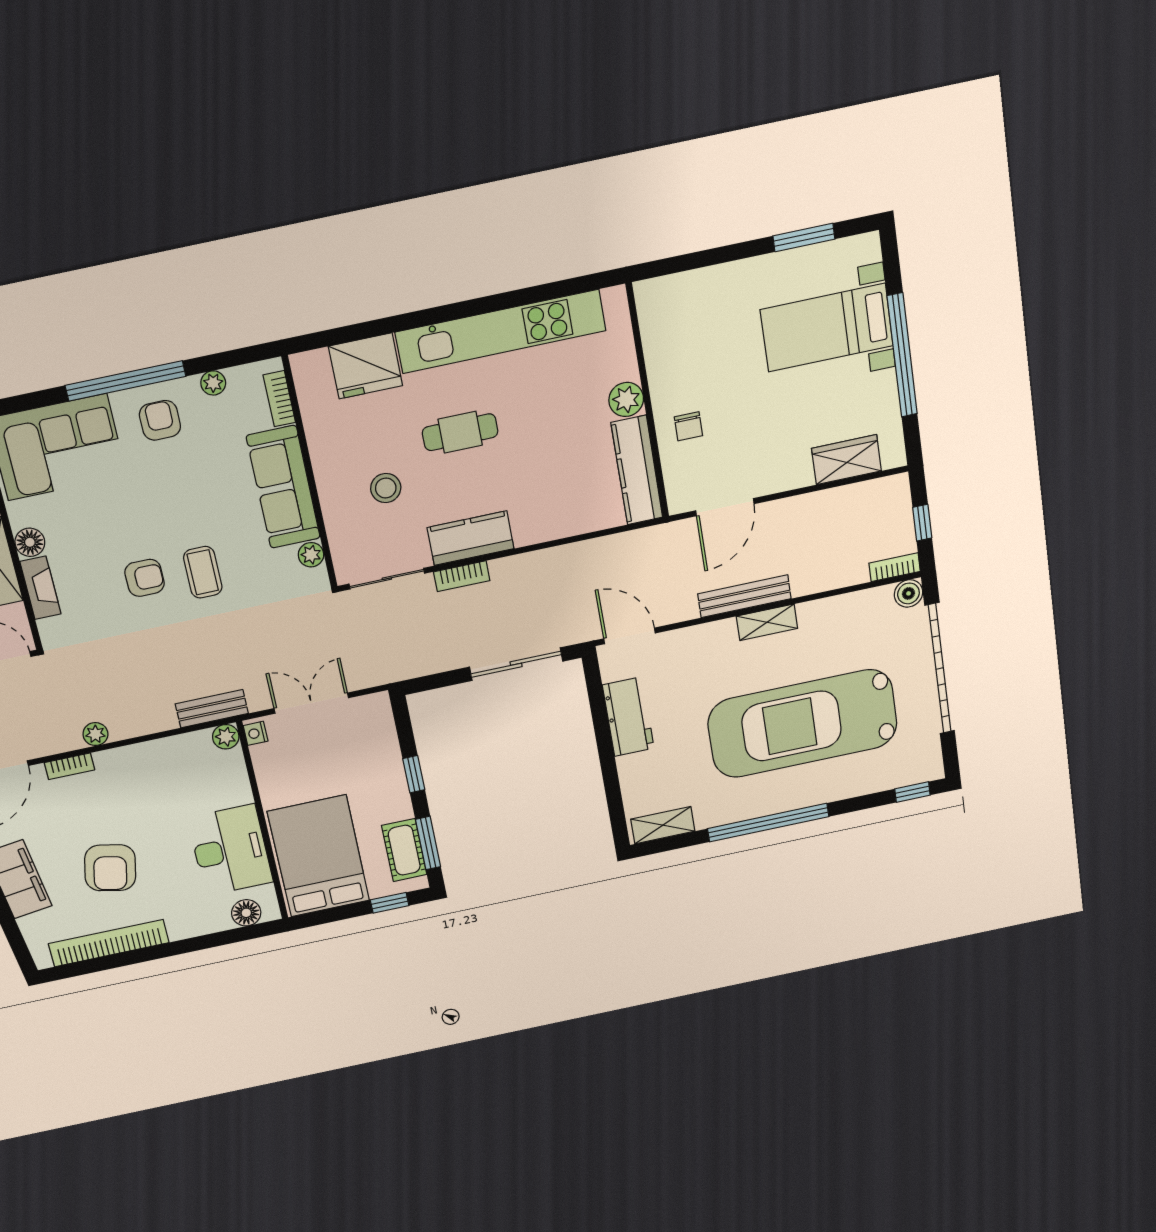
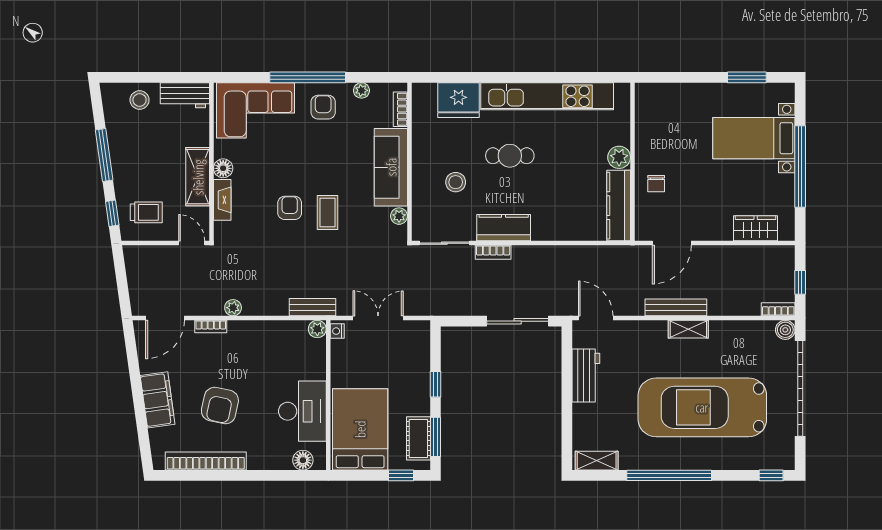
armchair: (145, 578) -> (290, 208), turned -90

